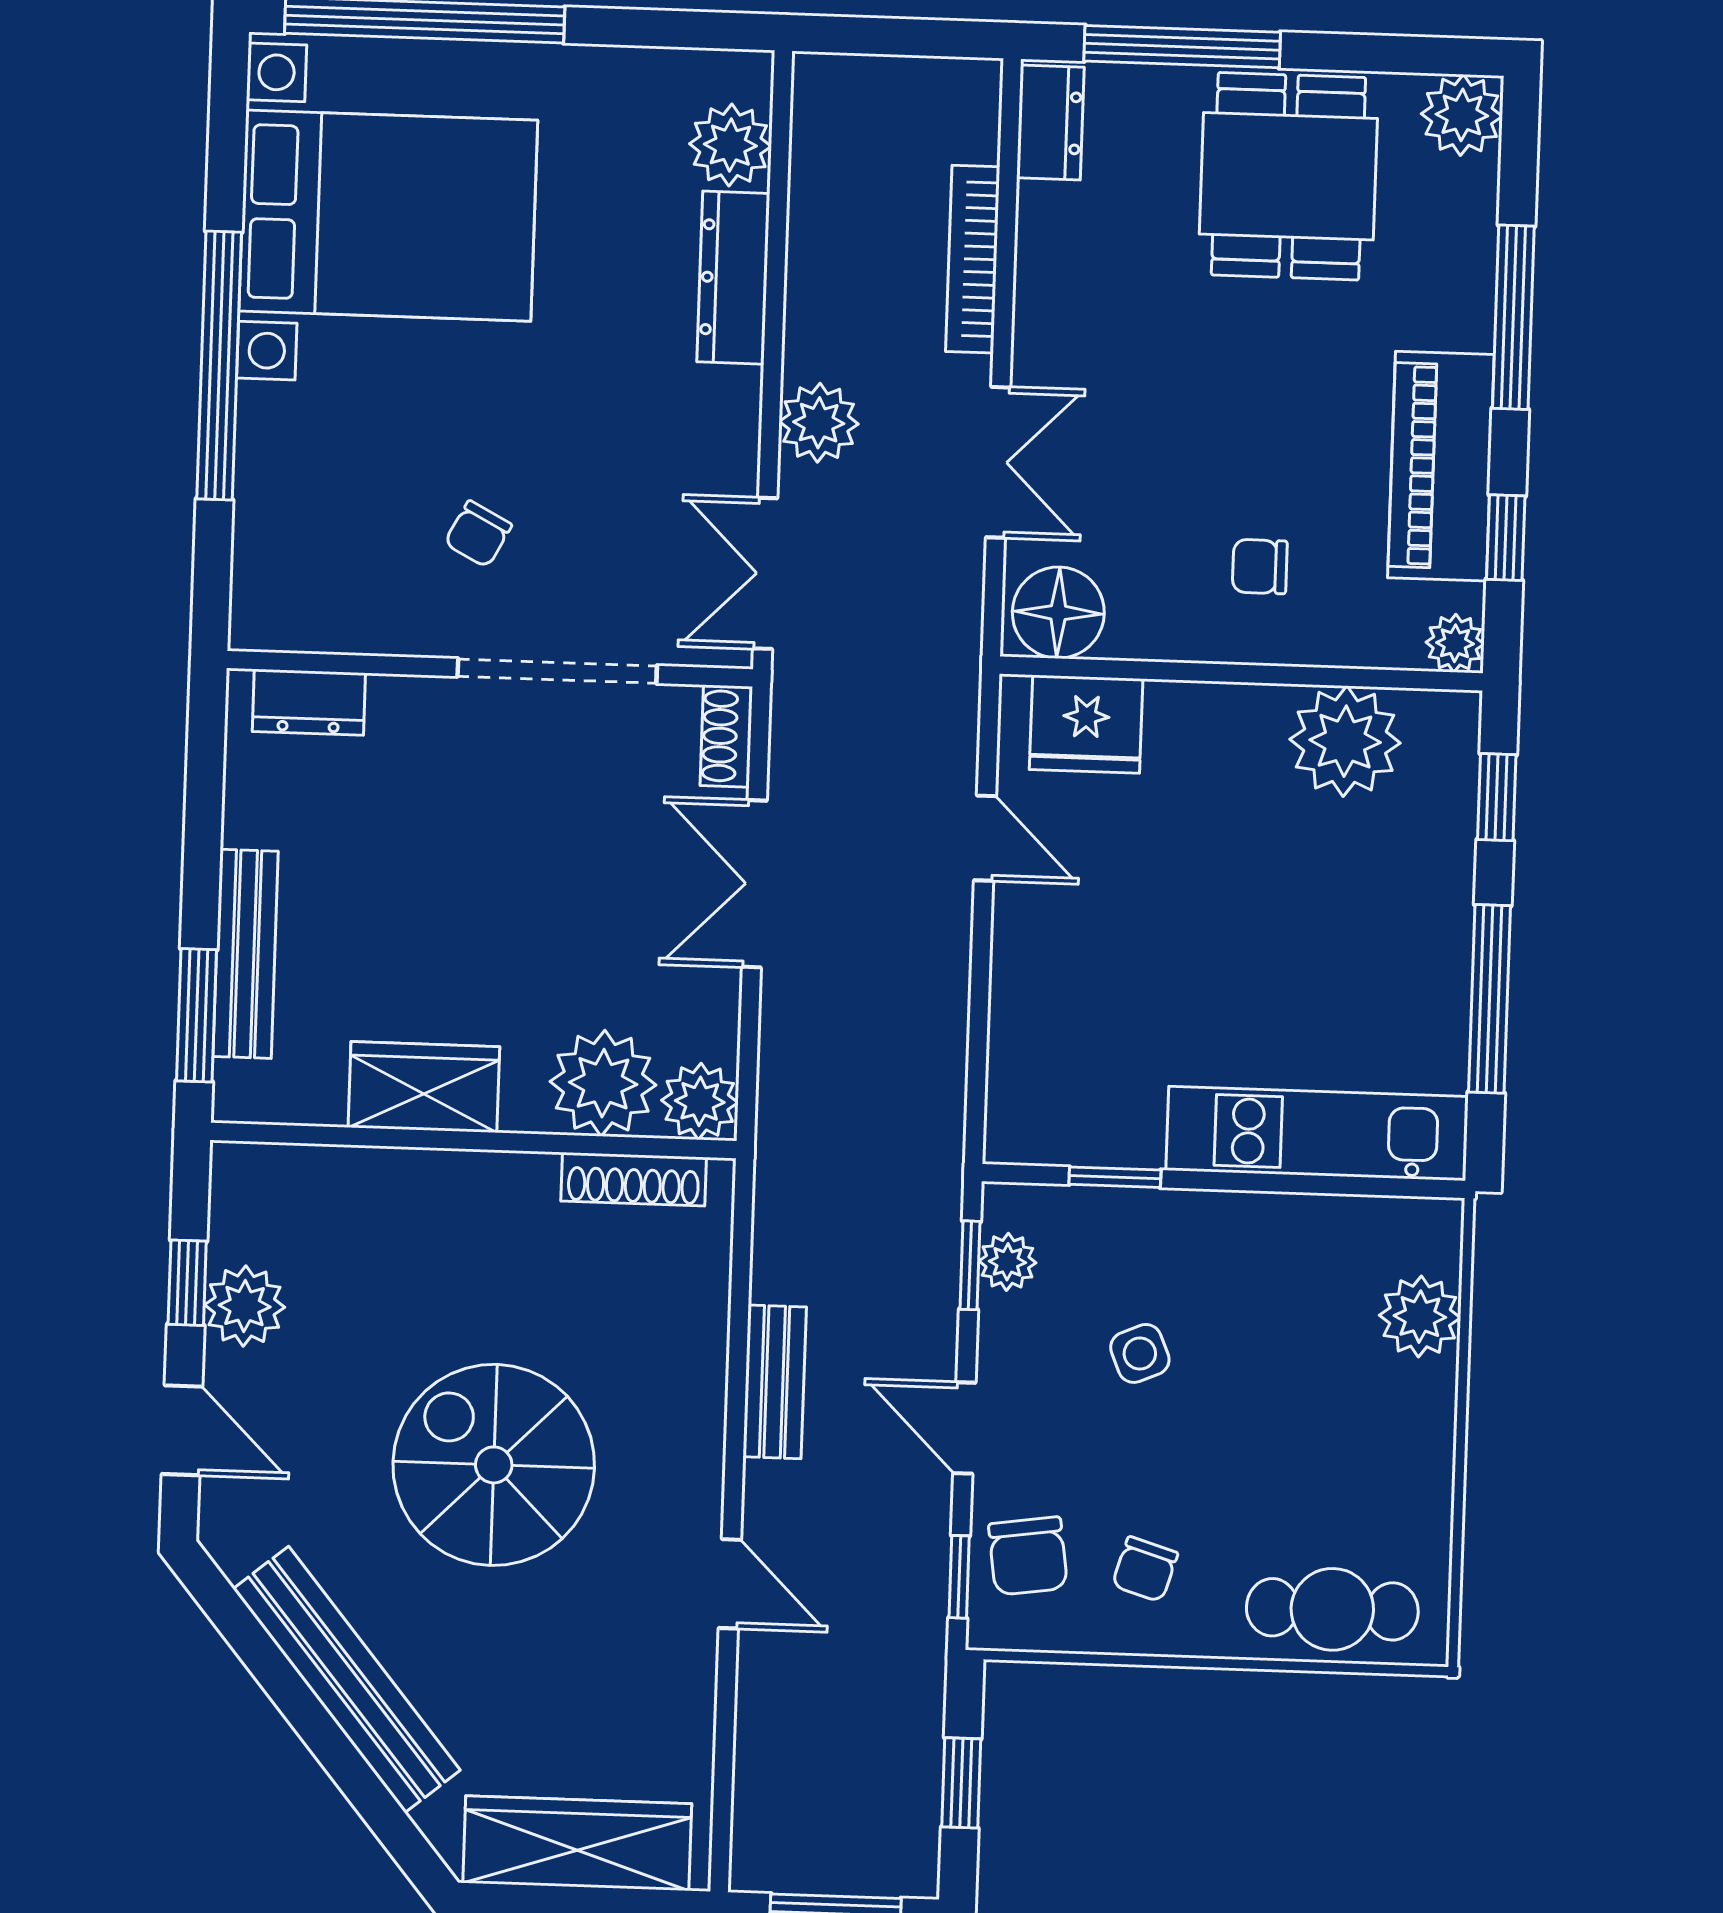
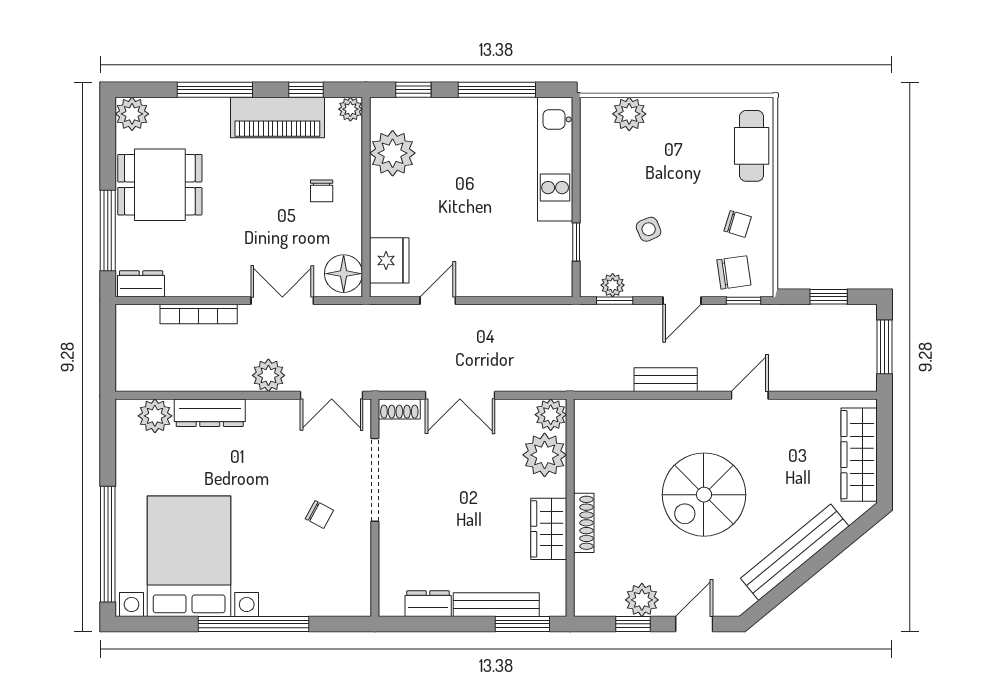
dresser: (309, 702) -> (428, 604), moved, turned -90
shoe rack: (634, 1179) -> (584, 523), moved

